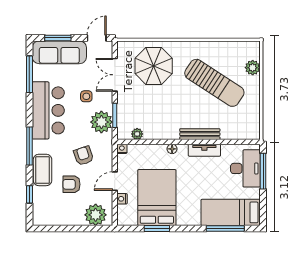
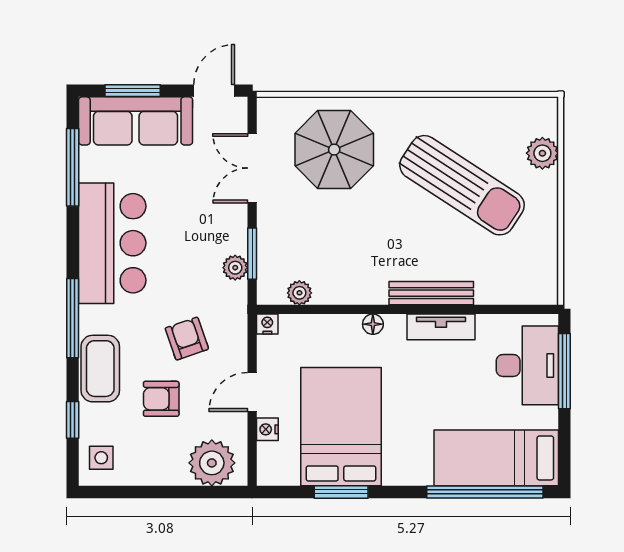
side table: (86, 96) -> (101, 458), moved
plant: (101, 122) -> (235, 268), width x0.53, depth x0.53
window: (225, 229) -> (485, 492), width x1.46

